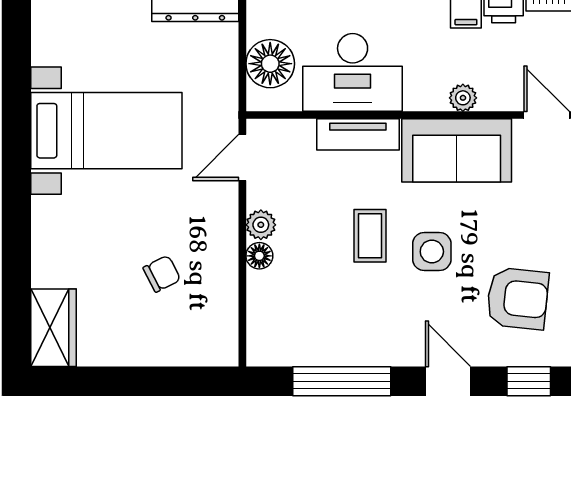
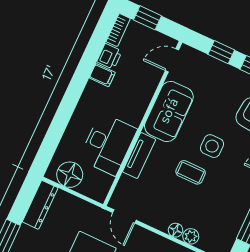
floor lamp: (270, 64) -> (70, 175), moved
plant: (463, 98) -> (145, 97), removed
plant: (261, 225) -> (191, 236), moved

